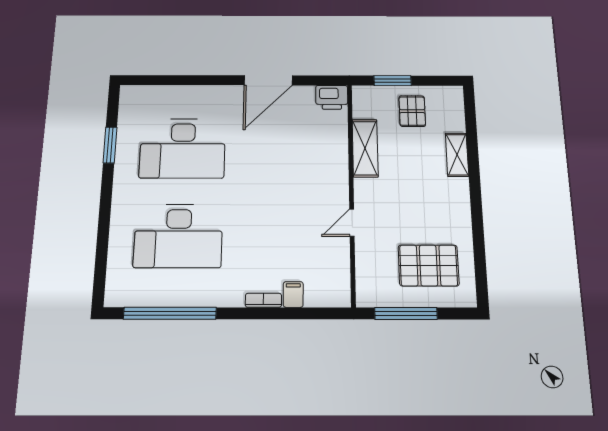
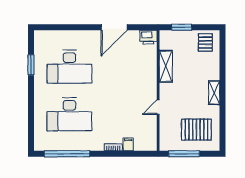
pallet: (412, 111) -> (205, 43), moved
shelving: (457, 155) -> (214, 93), moved

